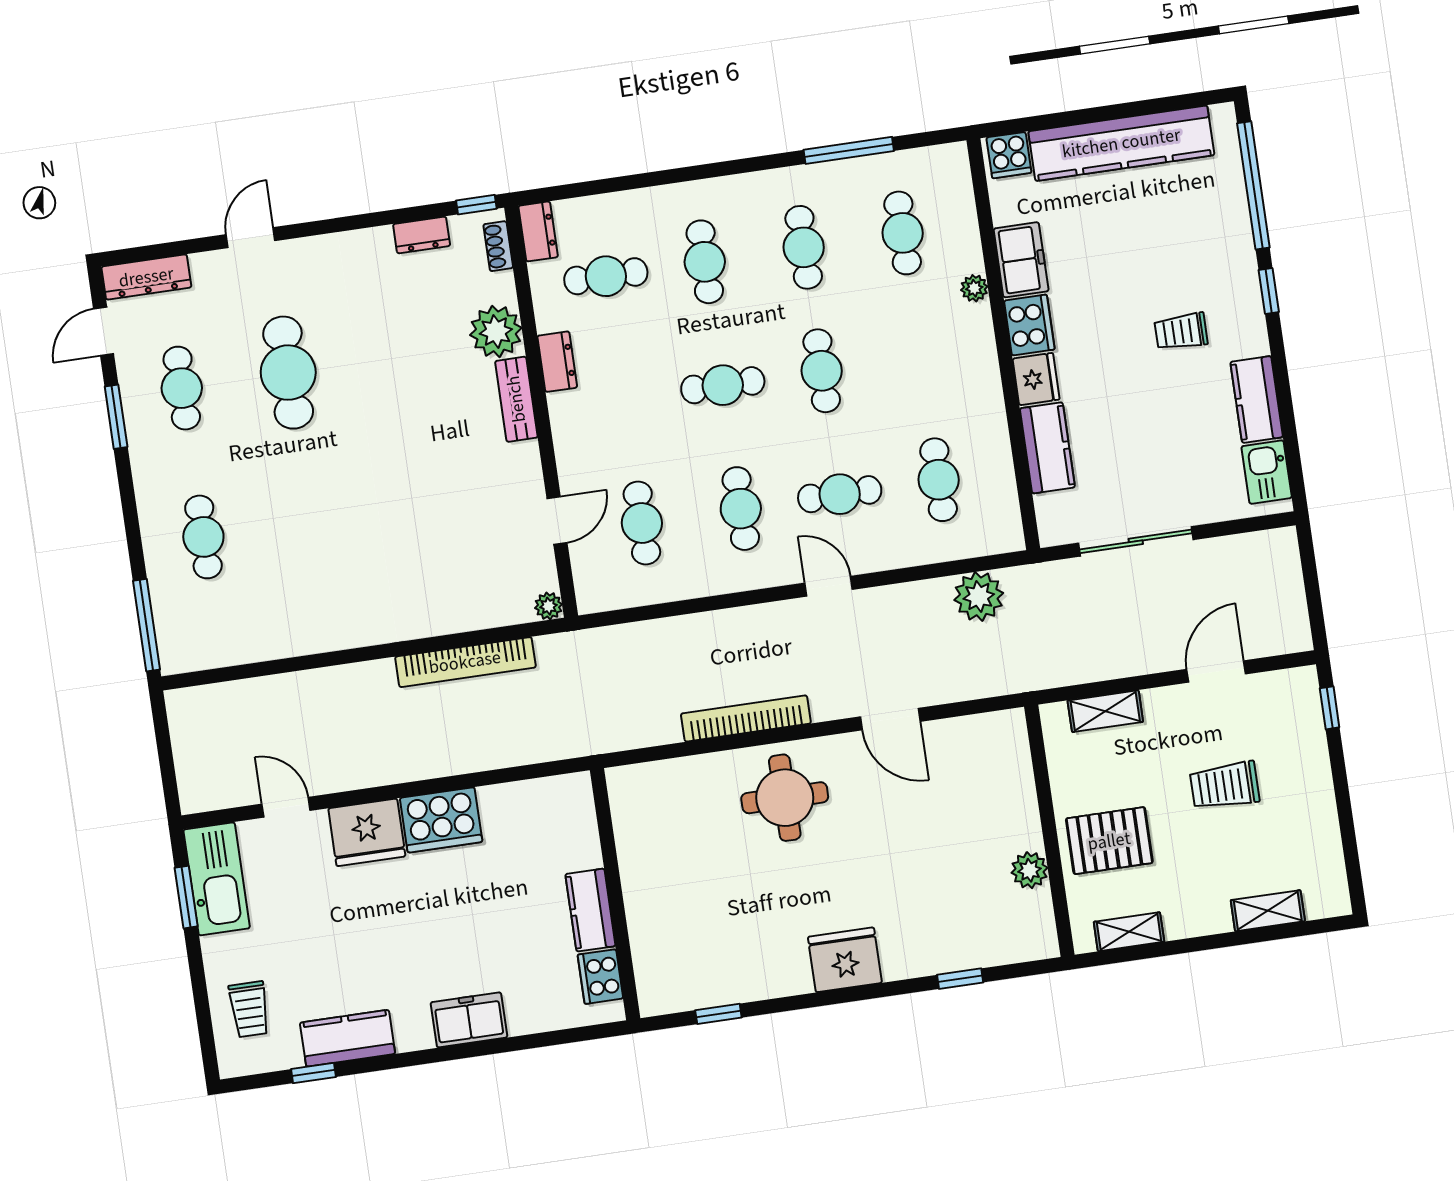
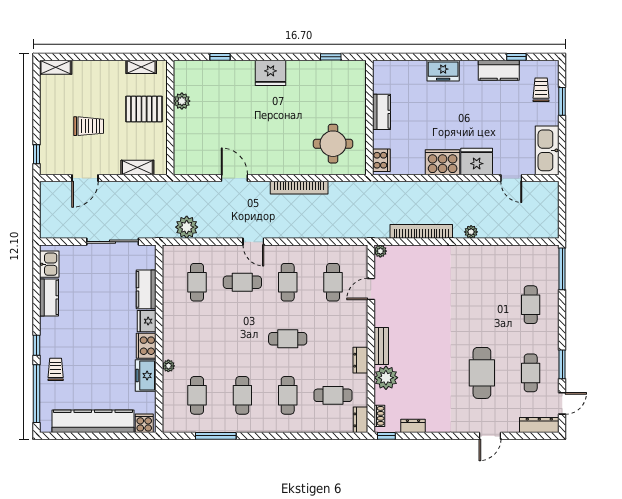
trolley: (1181, 332) -> (56, 369), moved, turned -90
cafe table: (822, 371) -> (242, 339), removed
plant: (357, 677) -> (471, 232), added
round table: (785, 798) -> (333, 144), moved
window: (186, 897) -> (562, 101), moved
shelving: (1268, 911) -> (56, 67), moved
cooker: (600, 977) -> (381, 160), moved

